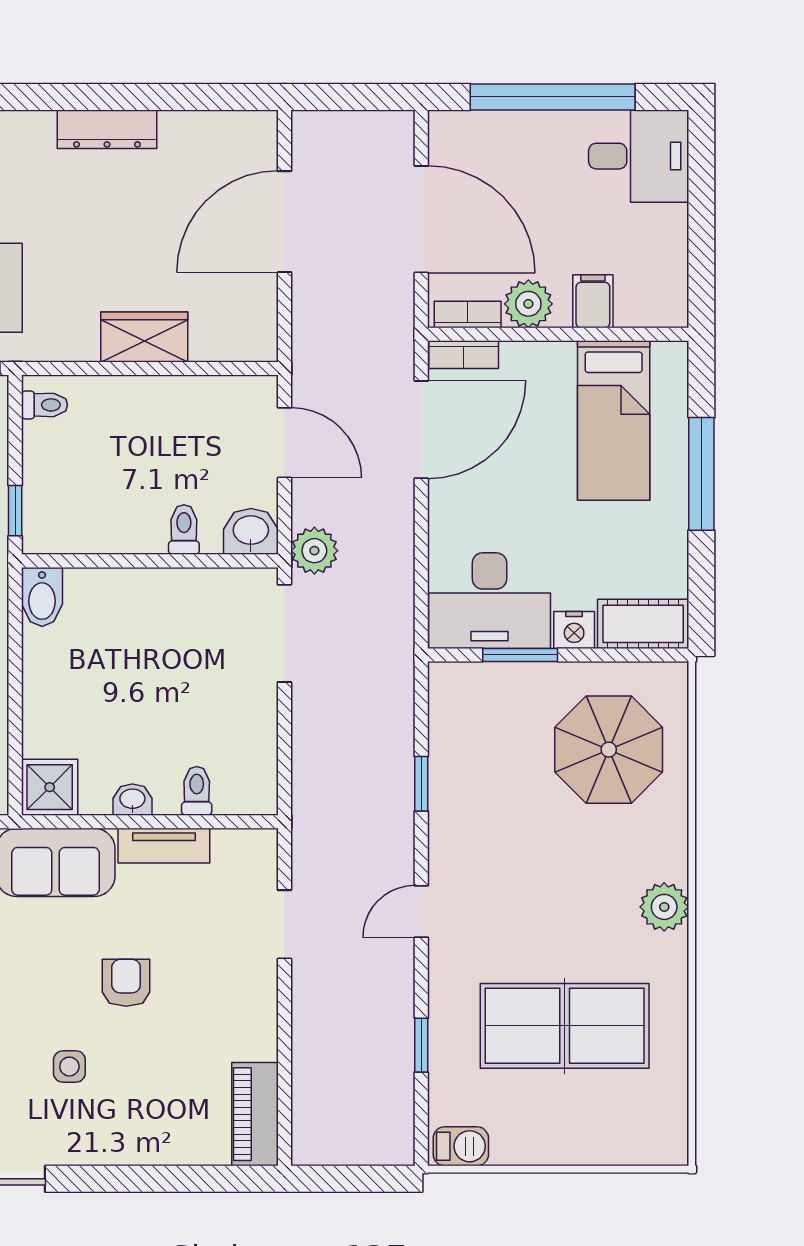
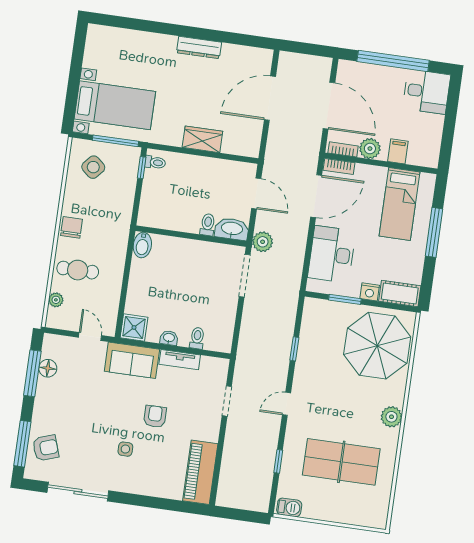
window: (15, 511) -> (142, 168), moved
washbasin: (251, 531) -> (232, 229), width x1.38
desk: (489, 601) -> (332, 254), moved, turned 90
parasol: (609, 750) -> (377, 346), width x1.36, depth x1.36
piano: (255, 1114) -> (200, 472), width x1.37, depth x1.33

